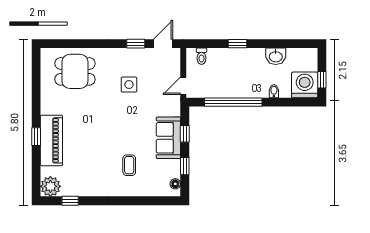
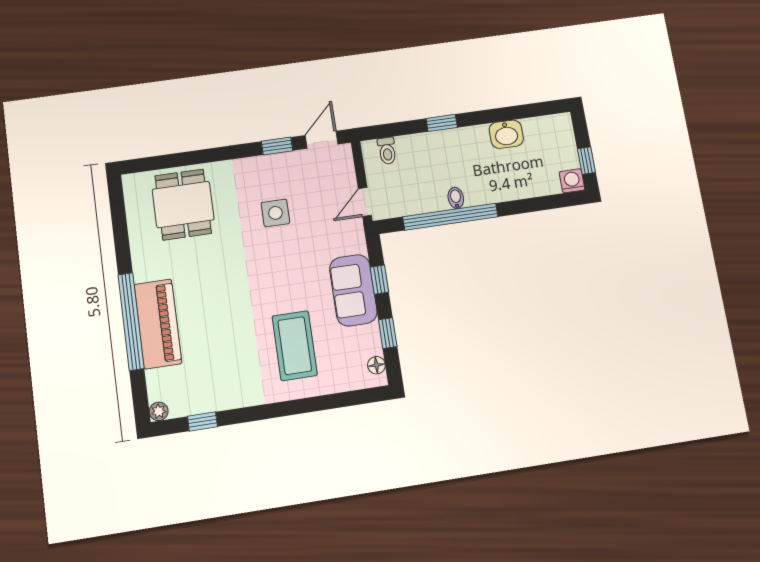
dining table: (75, 71) -> (183, 204), turned 90
washing machine: (305, 85) -> (572, 181), width x0.53, depth x0.53
bidet: (274, 91) -> (456, 198), moved
window: (36, 137) -> (131, 321), width x3.17
coffee table: (129, 165) -> (295, 346), width x1.86, depth x1.72
plant: (50, 186) -> (159, 411), width x0.53, depth x0.53

